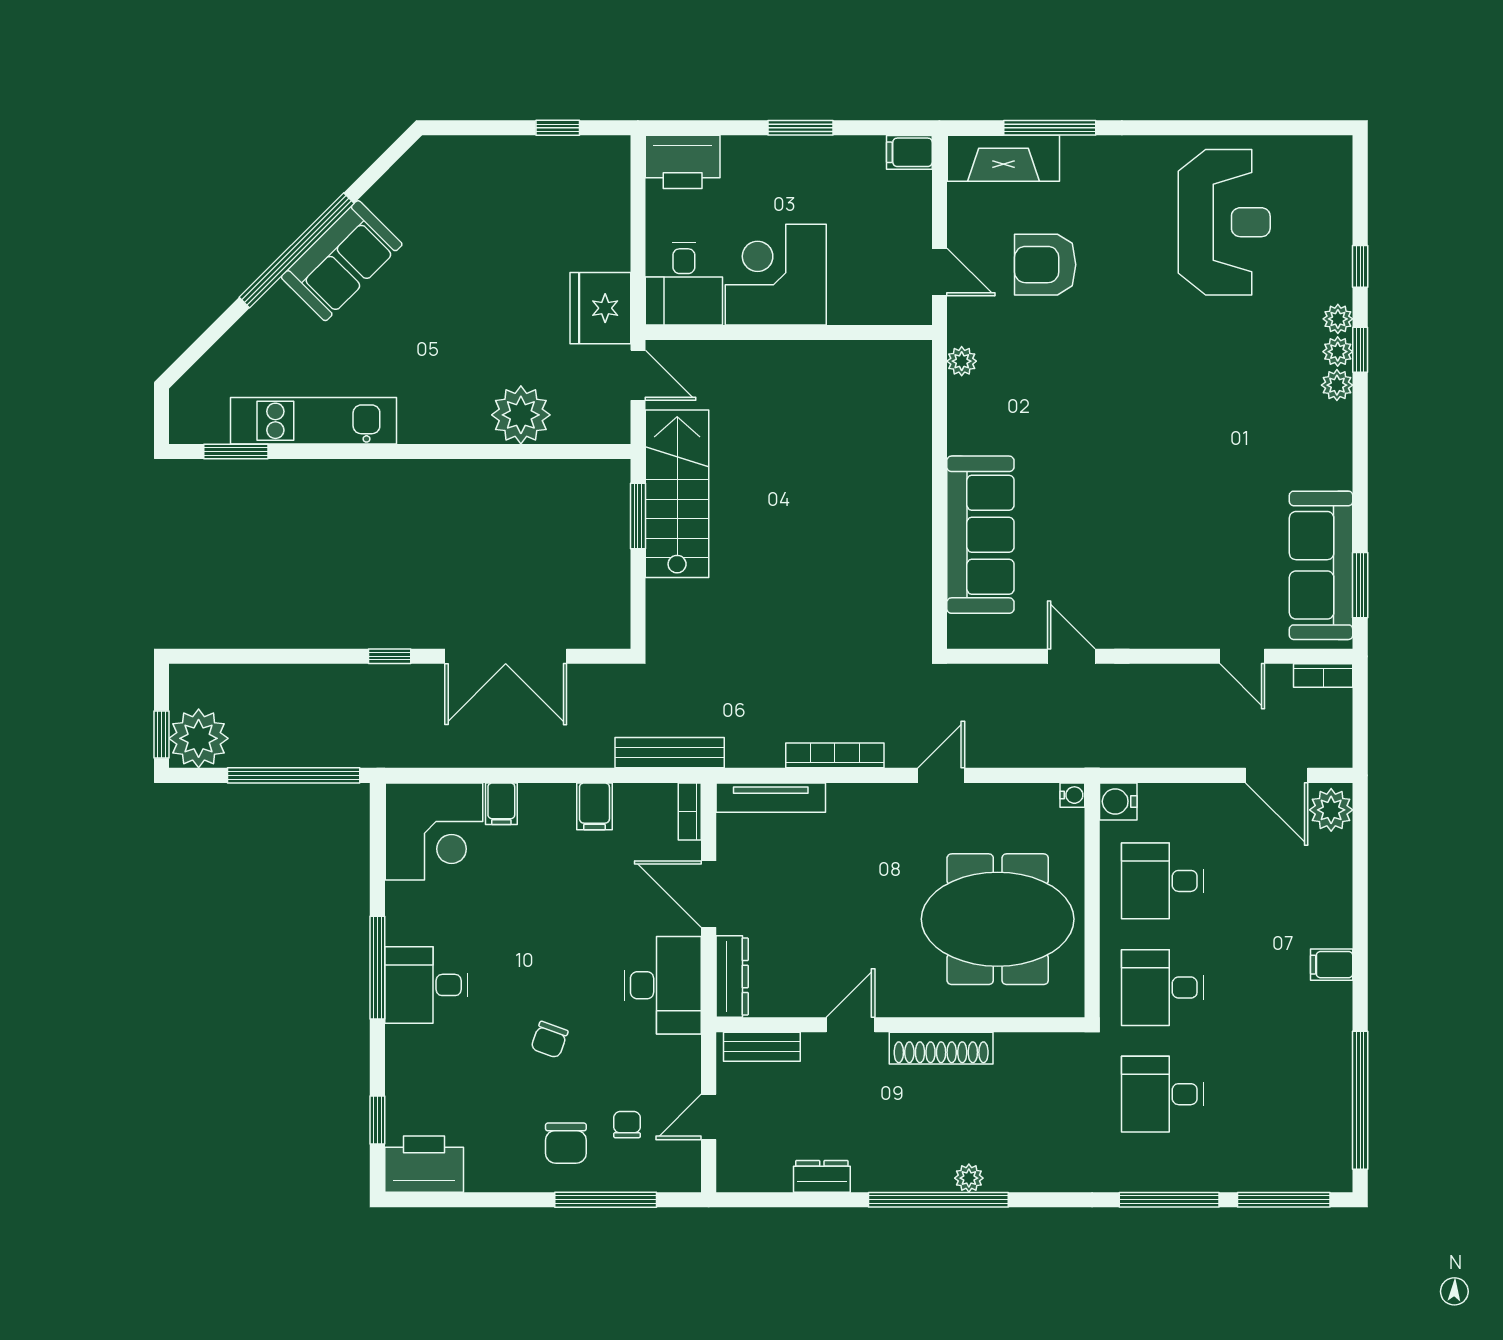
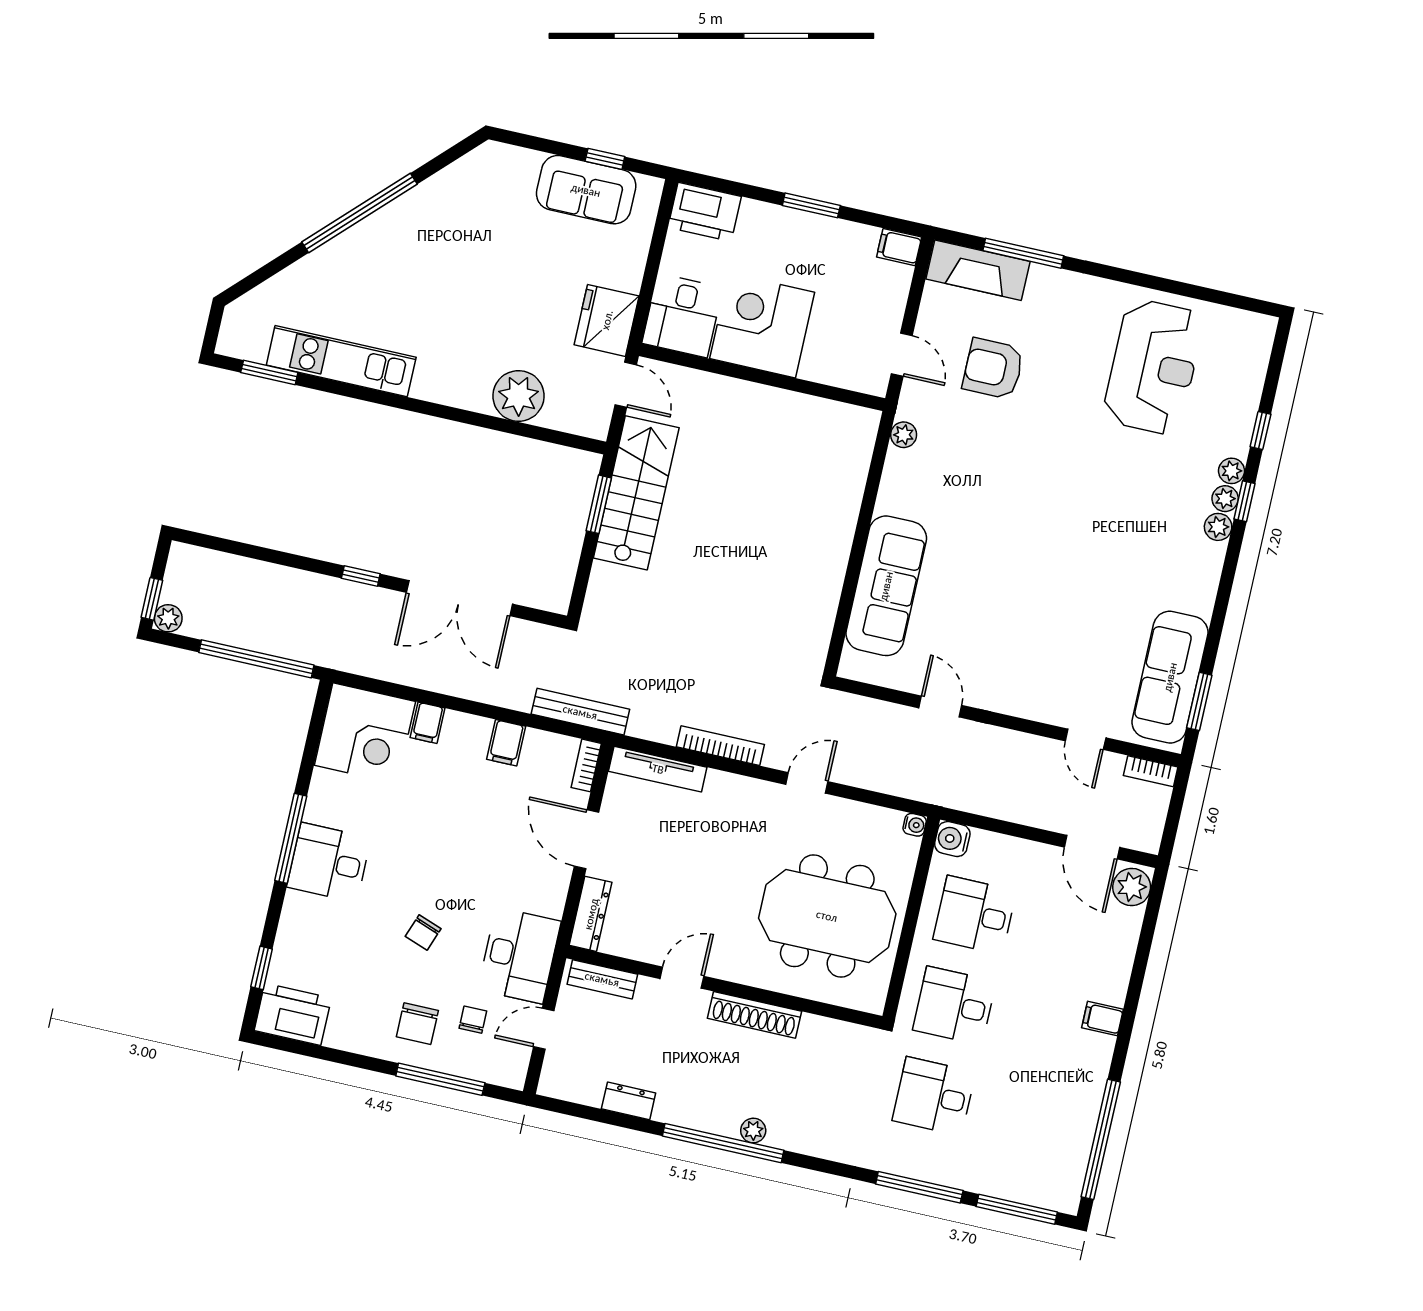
sofa: (342, 261) -> (586, 190), moved, turned 45
plant: (199, 738) -> (168, 618), width x0.53, depth x0.53
desk: (663, 985) -> (519, 955), moved

